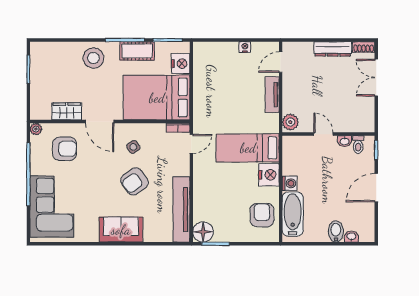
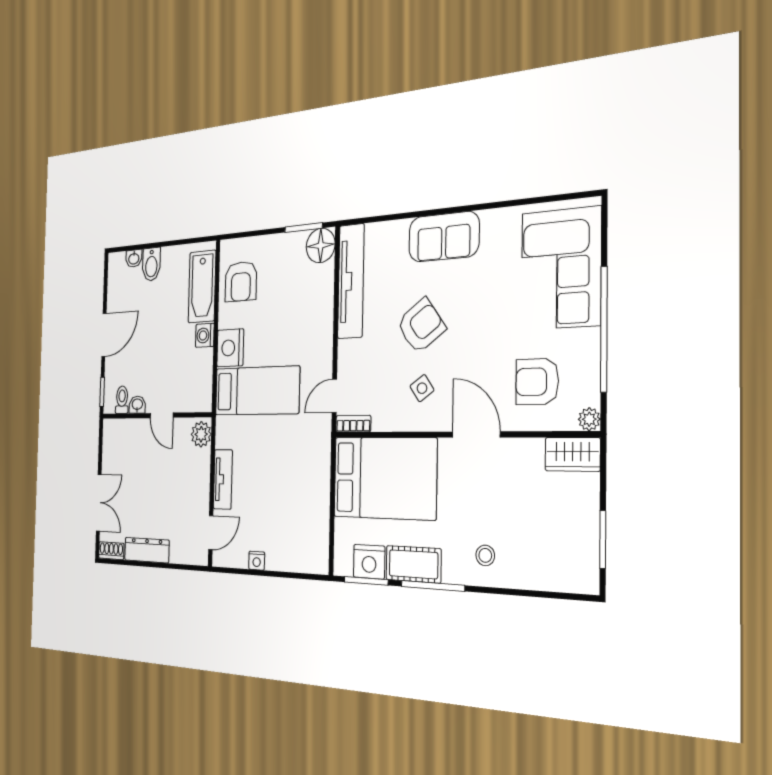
stool: (93, 58) -> (485, 555), width x0.53, depth x0.53
nightstand: (181, 64) -> (369, 562), moved, turned -90
wardrobe: (67, 111) -> (573, 454), moved

